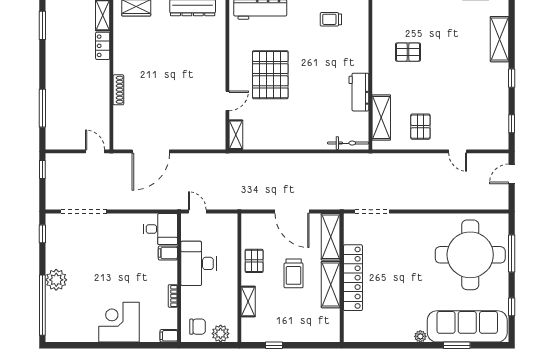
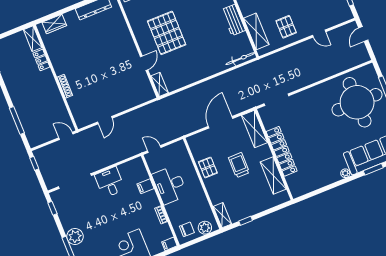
door: (151, 151) -> (105, 120), width x0.53
door: (292, 212) -> (220, 122), swing flipped
desk: (160, 229) -> (110, 182), moved, turned -90
trolley: (294, 273) -> (239, 165), turned 180
shelving: (331, 285) -> (273, 175), moved
shelving: (248, 302) -> (222, 215), moved

